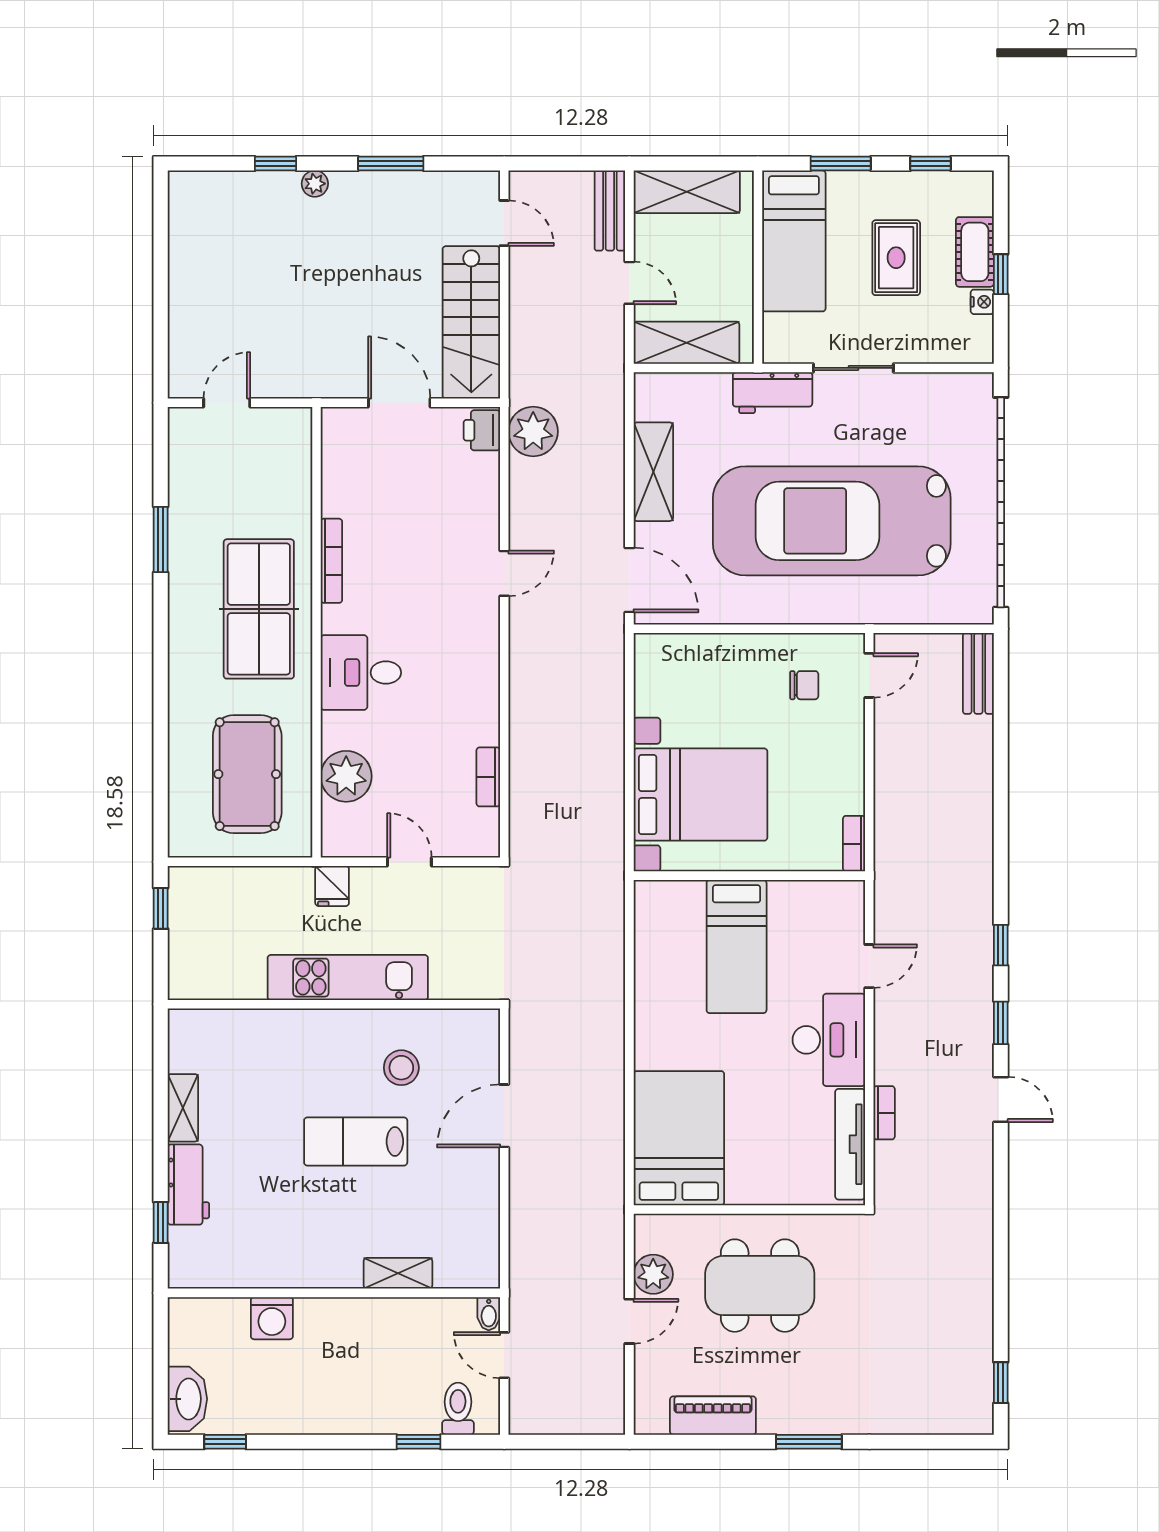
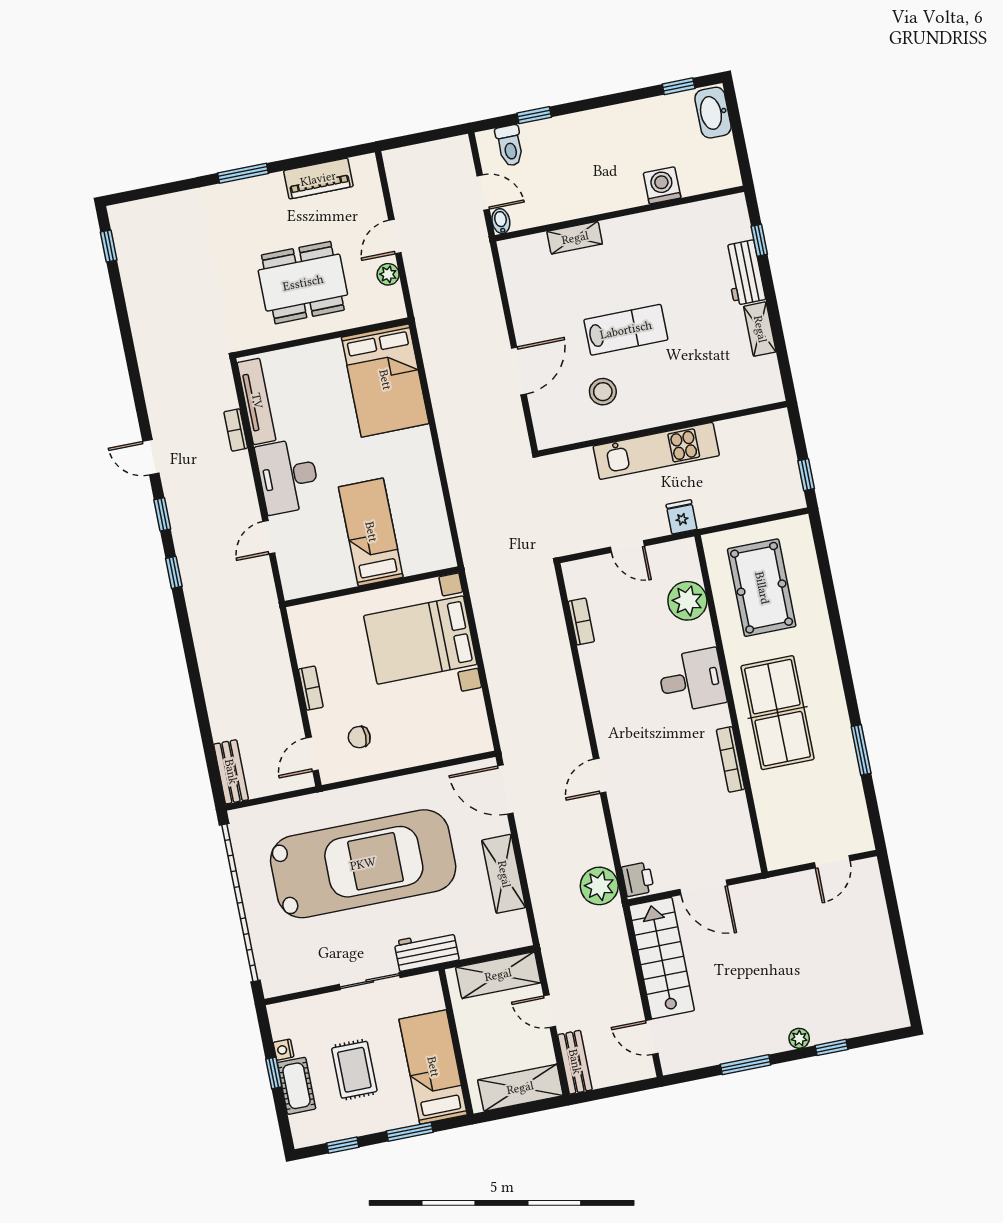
bookcase: (854, 844) -> (311, 688), moved
plant: (653, 1274) -> (388, 274), width x0.73, depth x0.73

